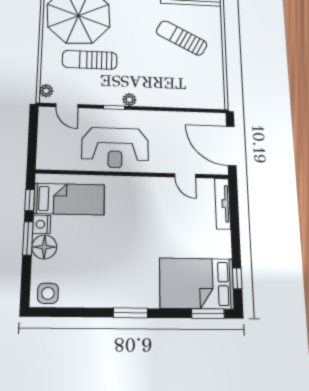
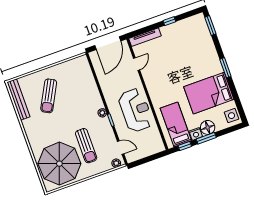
door: (67, 106) -> (121, 148), hinge flipped
window: (237, 278) -> (169, 21), moved
bed: (197, 283) -> (209, 93), moved, turned 90

